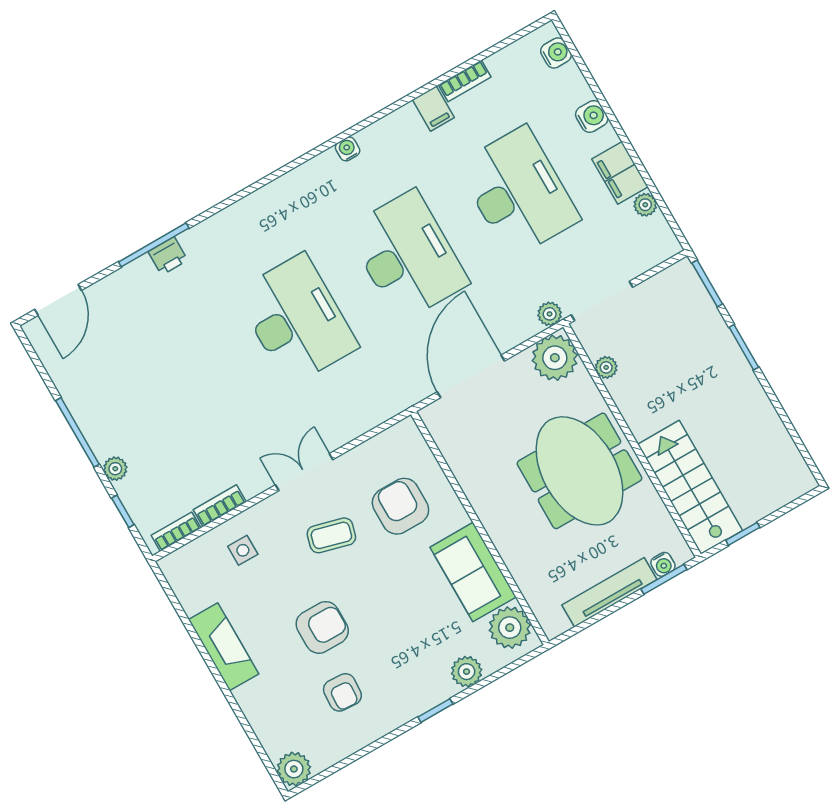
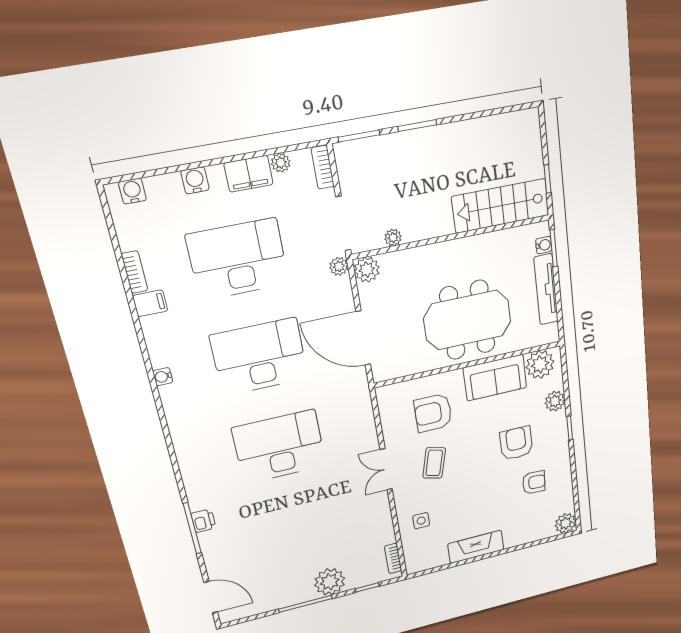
plant: (555, 358) -> (367, 270), width x0.73, depth x0.73
plant: (115, 469) -> (330, 582), width x1.87, depth x1.87
meeting table: (579, 471) -> (467, 320), moved
bookcase: (220, 506) -> (323, 167), moved
armchair: (322, 627) -> (516, 443), moved

